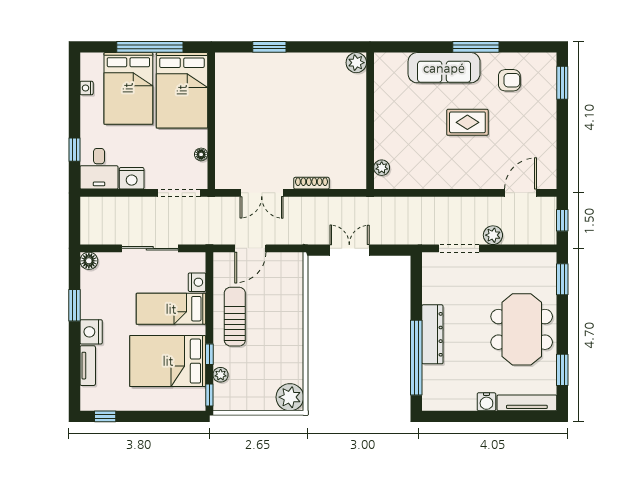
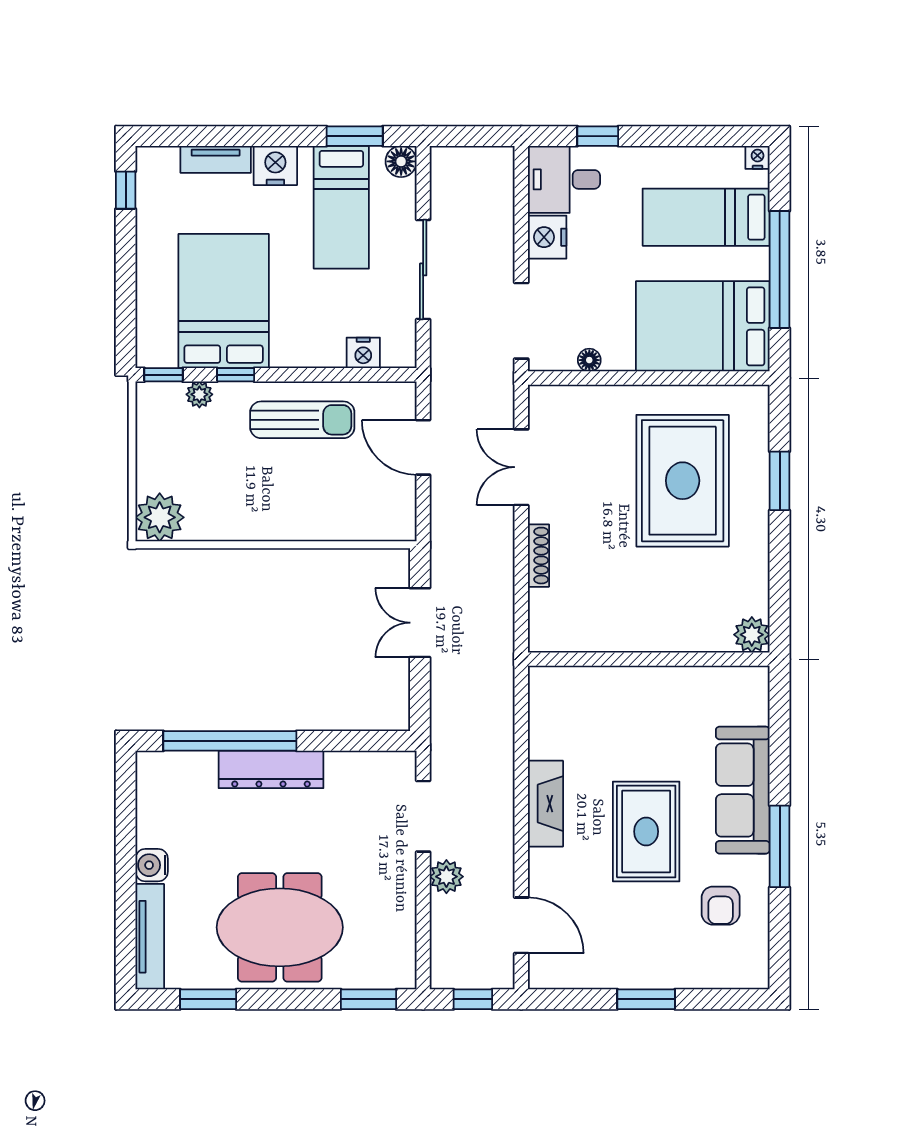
window: (562, 83) -> (646, 999), moved
nightstand: (87, 88) -> (758, 157), moved
bed: (128, 88) -> (706, 217), width x0.67
rug: (269, 102) -> (683, 481), added
rug: (467, 122) -> (646, 832), width x1.36, depth x1.43
plant: (382, 168) -> (566, 680), removed
fireplace: (452, 179) -> (545, 804), added
double door: (349, 250) -> (420, 623), swing flipped
window: (75, 305) -> (355, 136), moved
bed: (171, 309) -> (341, 207), moved, turned 180

